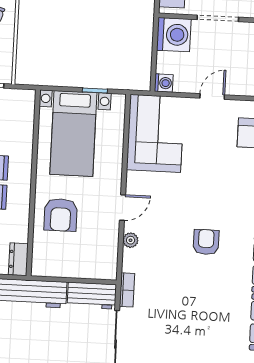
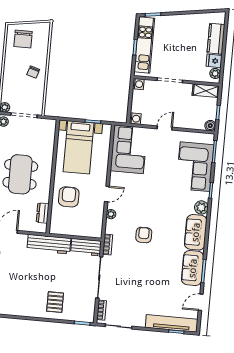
washing machine: (174, 35) -> (138, 84), width x0.53, depth x0.53
armchair: (61, 215) -> (69, 197), turned 180
armchair: (206, 242) -> (144, 235), moved
dresser: (18, 259) -> (43, 213), moved

